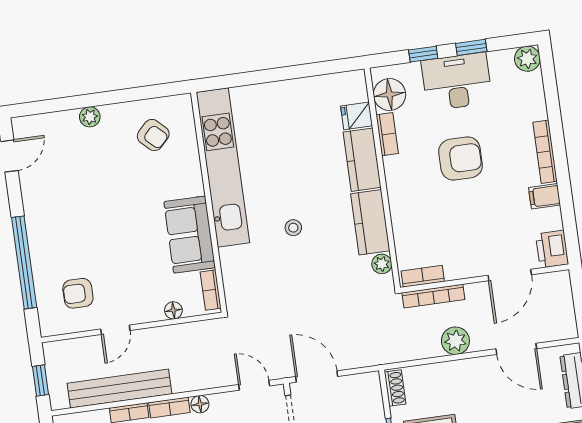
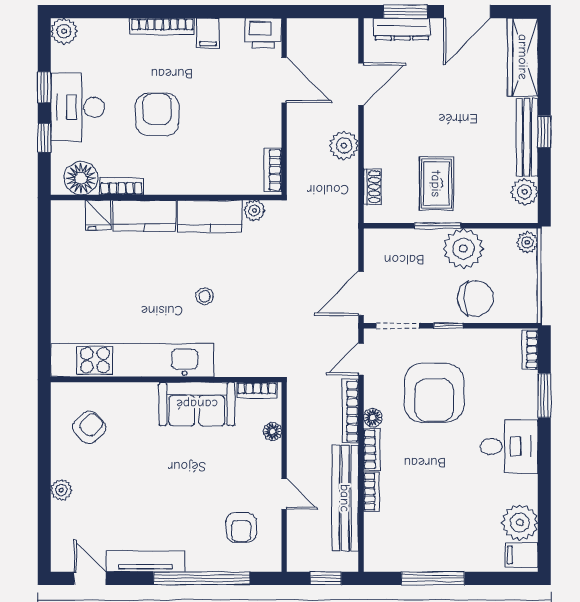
tv unit: (33, 207) -> (145, 561), added
bookcase: (433, 296) -> (350, 411), moved, turned 180
shoe rack: (395, 388) -> (372, 187), moved, turned 90

